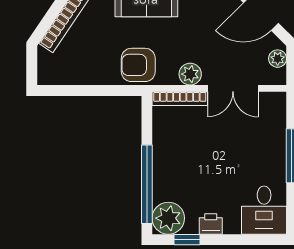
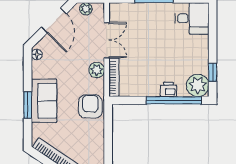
armchair: (138, 65) -> (90, 106), turned 180
printer: (211, 224) -> (169, 89), moved, turned 90

